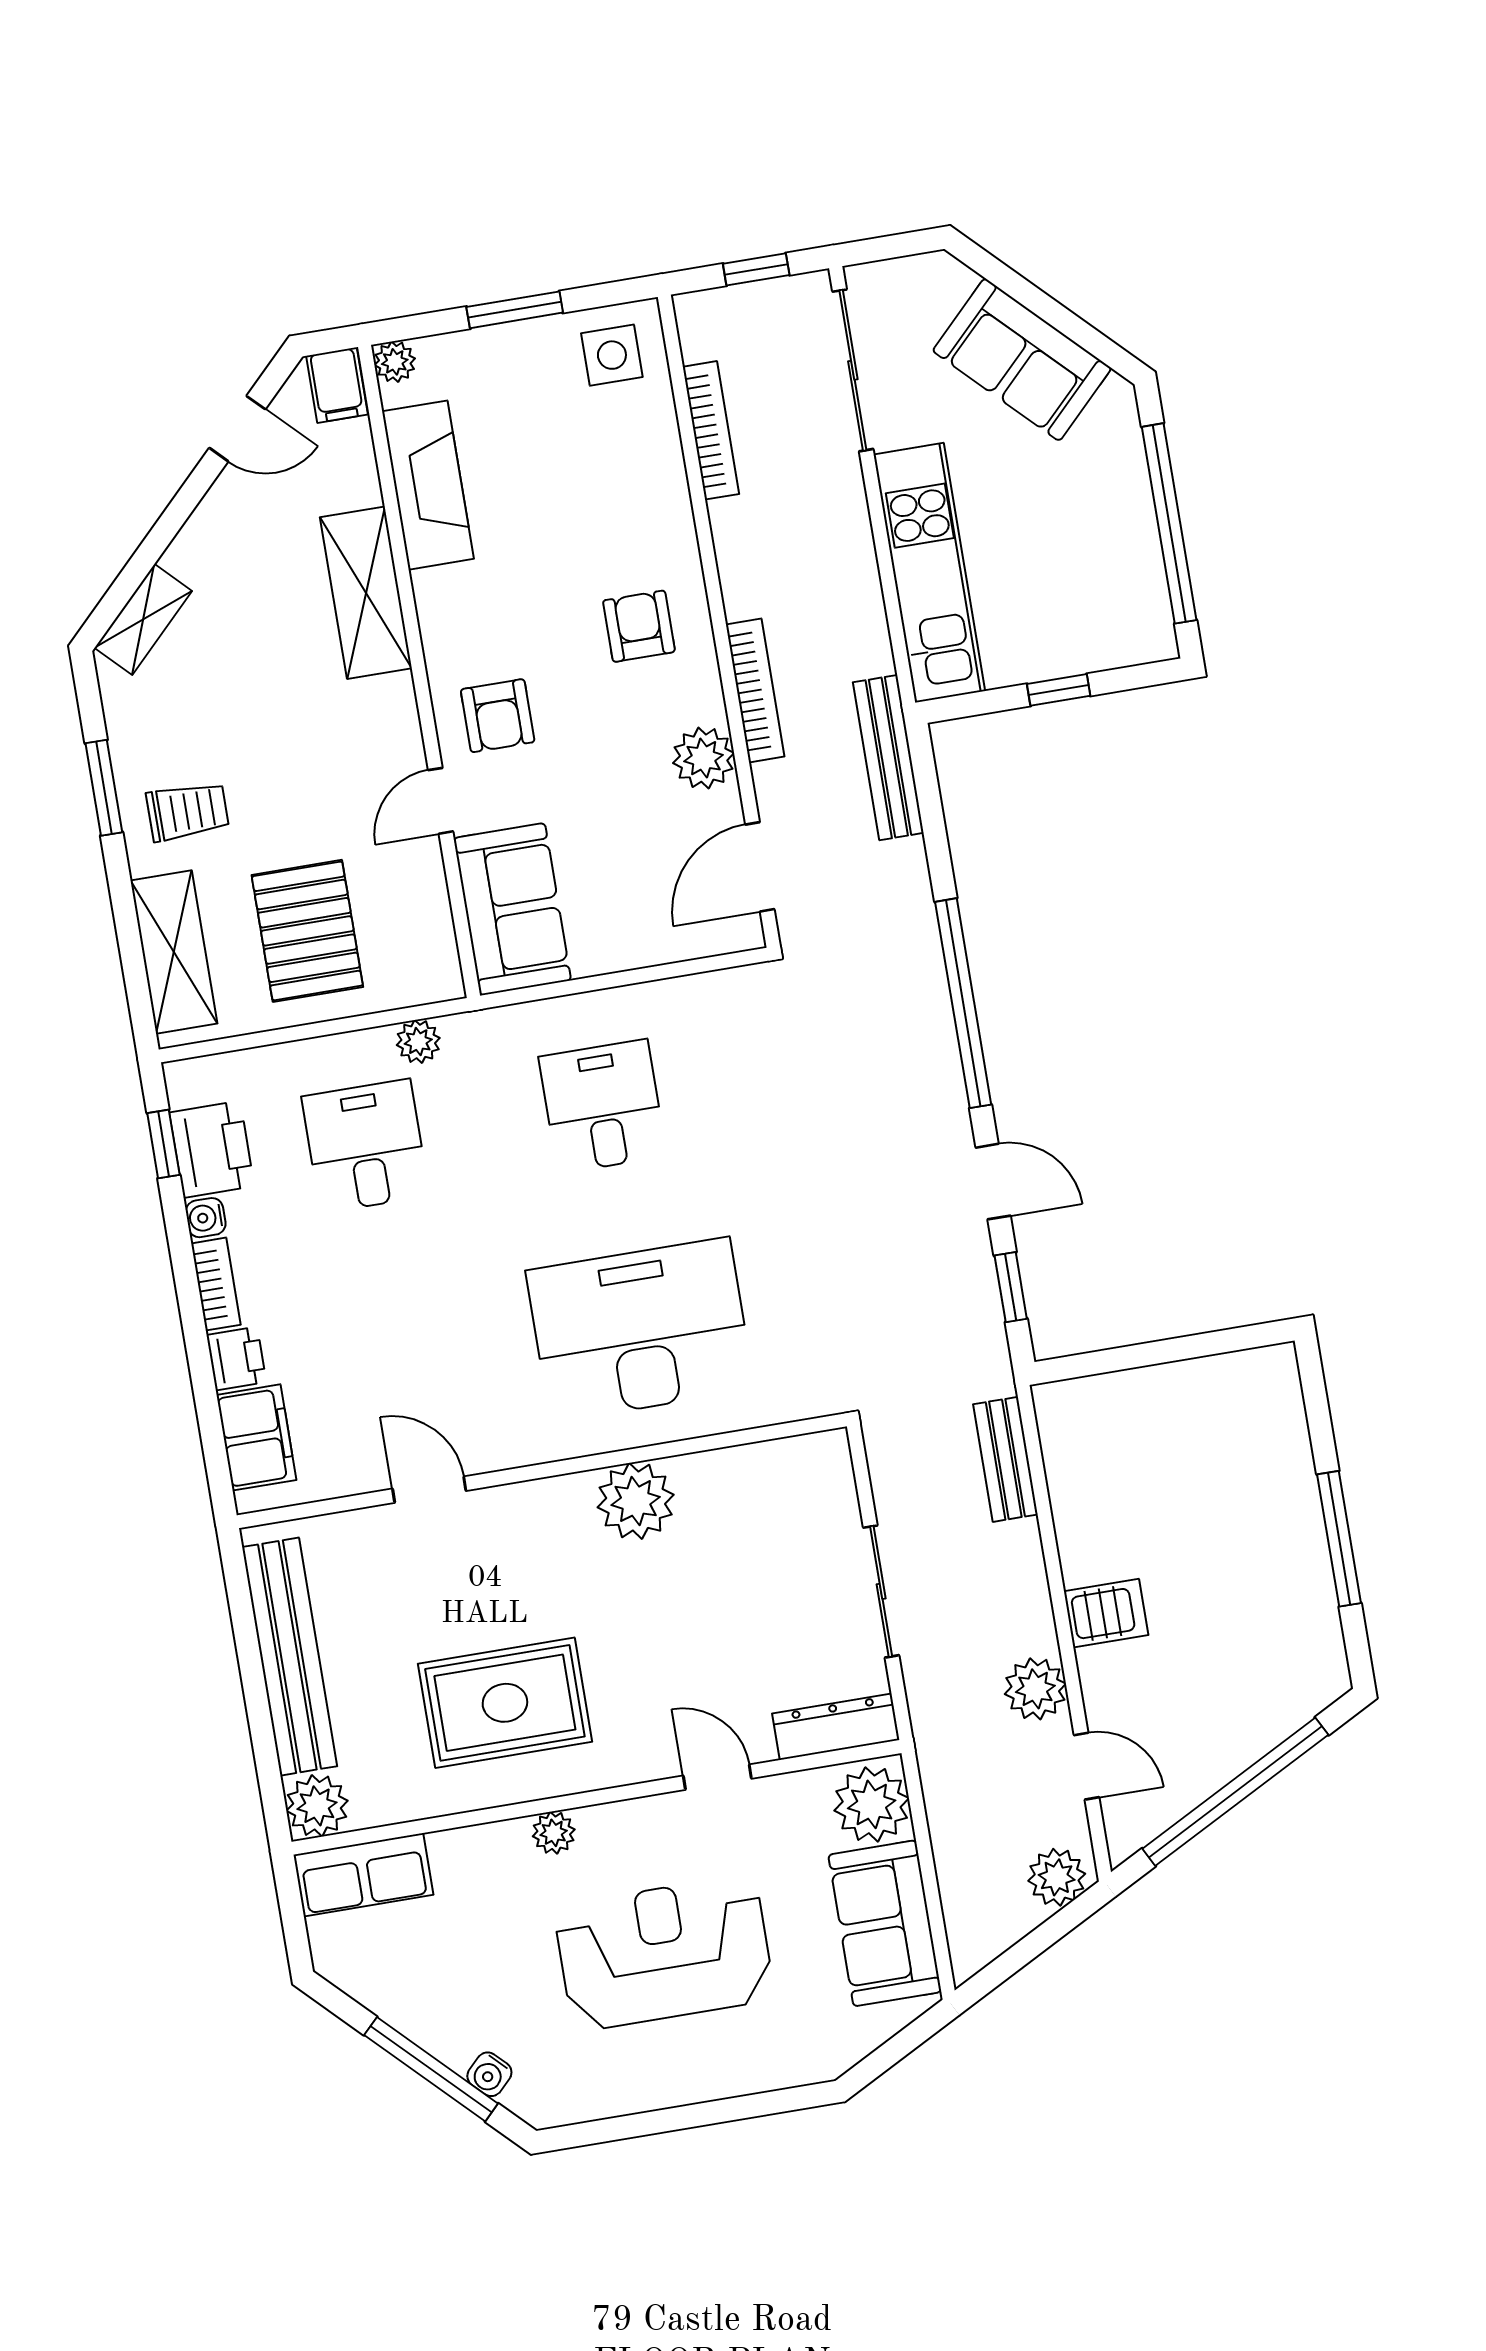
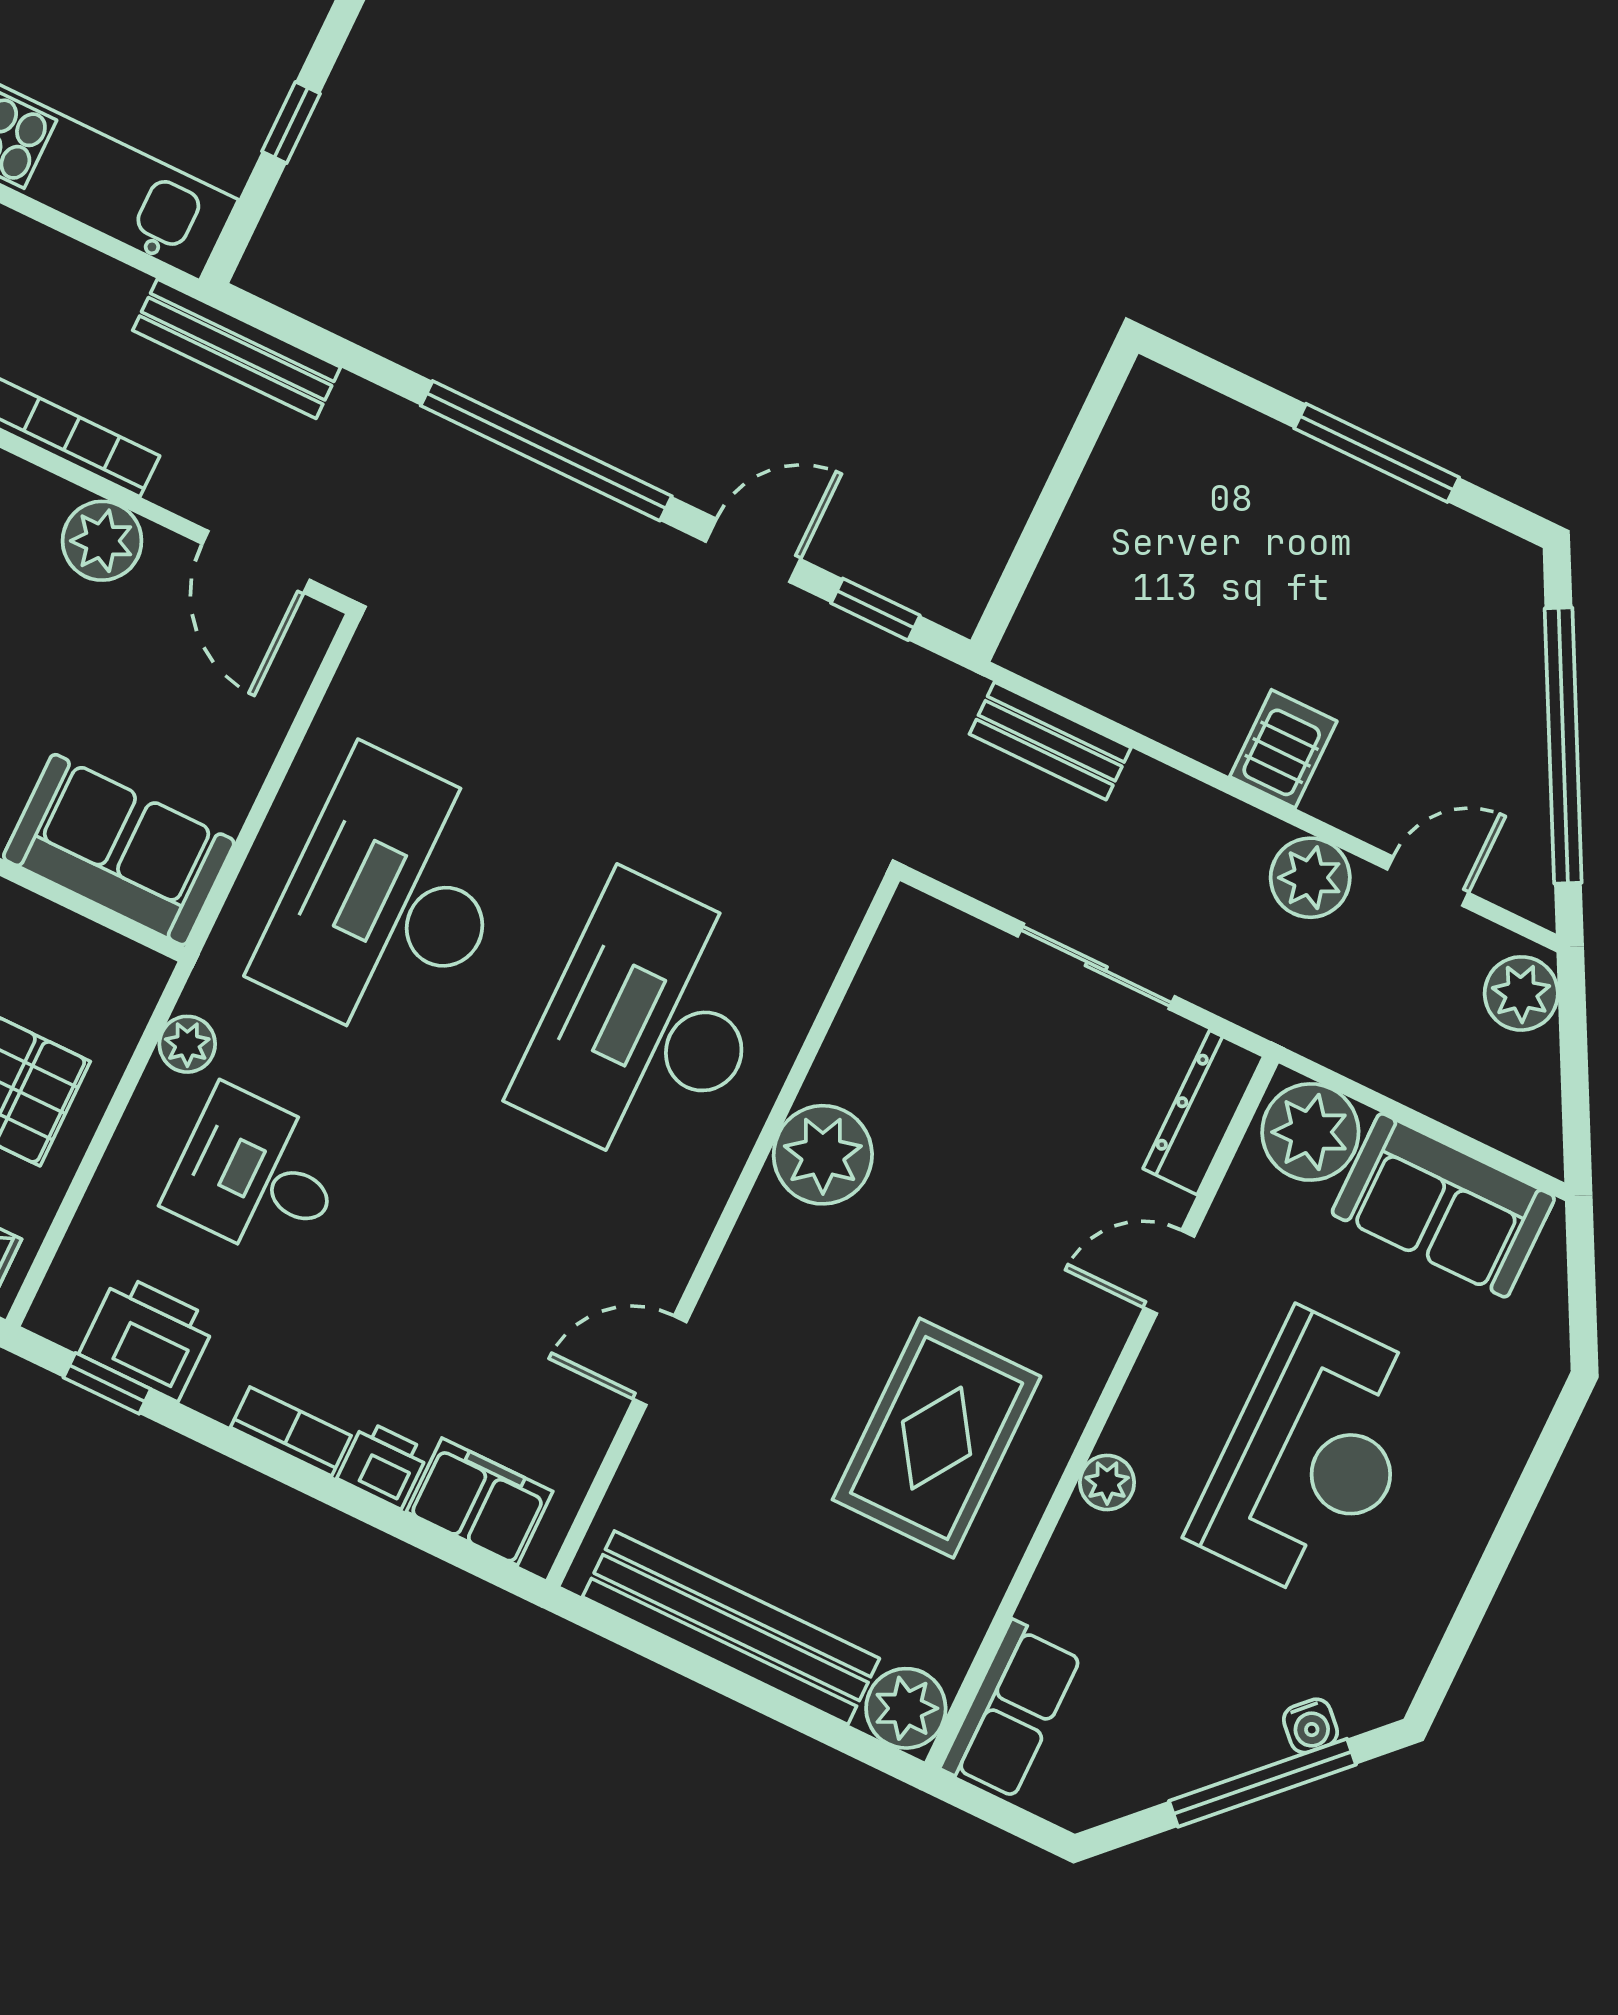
desk: (603, 1106) -> (389, 900), width x1.87, depth x1.30
water cooler: (206, 1218) -> (214, 1393), removed
reception desk: (664, 1953) -> (1312, 1456), turned 180

